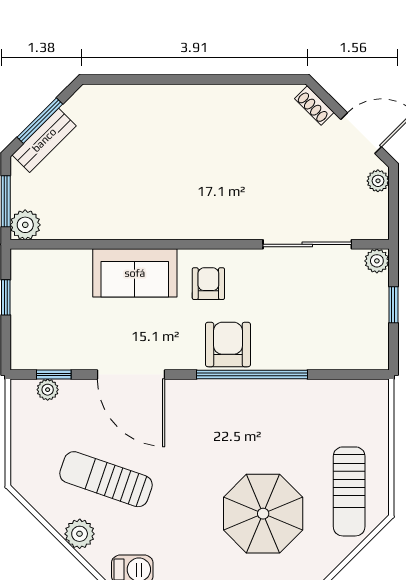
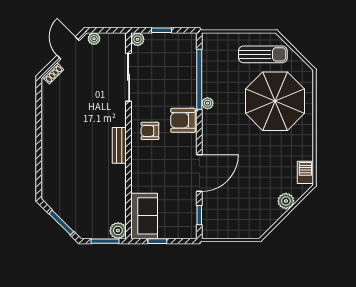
bench: (44, 140) -> (119, 145), moved, turned 45
sofa: (135, 273) -> (144, 216), moved
window: (252, 375) -> (199, 79), moved
plant: (48, 390) -> (208, 103), moved
sun lounger: (106, 479) -> (256, 187), removed
parasol: (263, 514) -> (275, 101), width x1.36, depth x1.36

